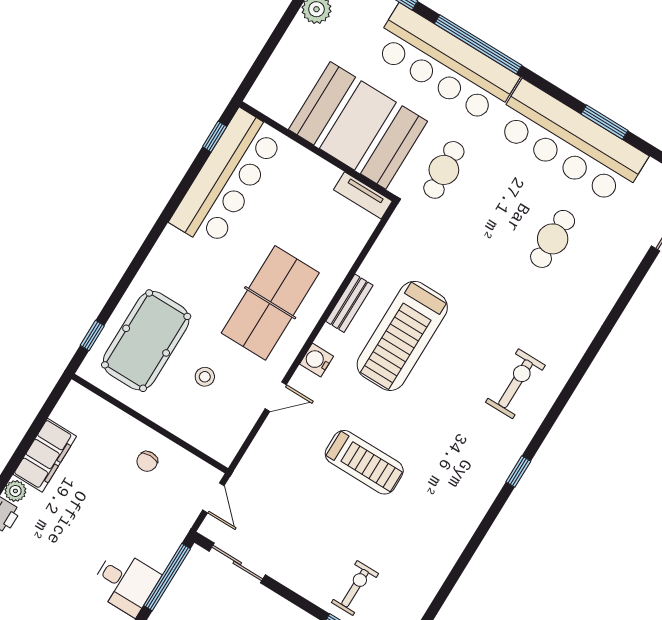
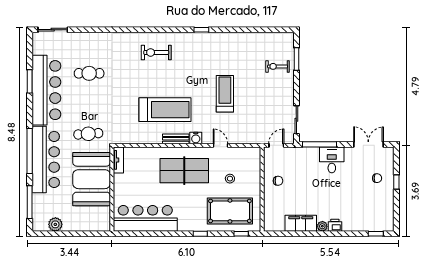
window: (215, 137) -> (200, 234), moved
bench: (349, 303) -> (176, 139), moved
window: (518, 472) -> (201, 30), moved

